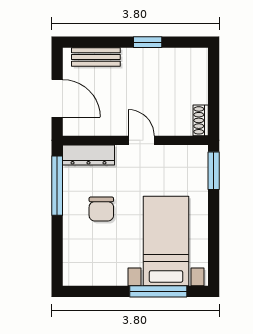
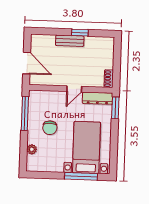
bench: (96, 57) -> (70, 41), moved
door: (141, 140) -> (74, 89), swing flipped
dresser: (88, 155) -> (98, 98), moved
plant: (71, 248) -> (32, 149), added

